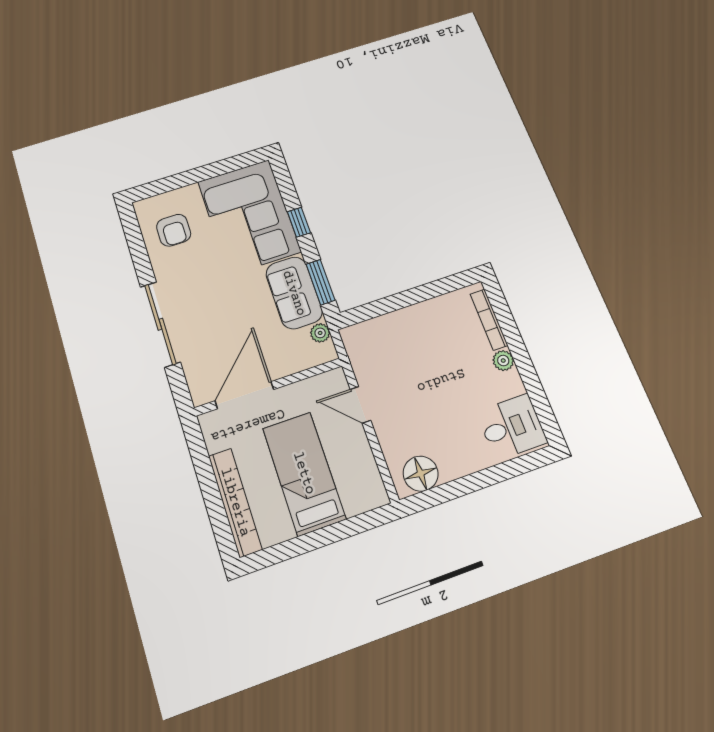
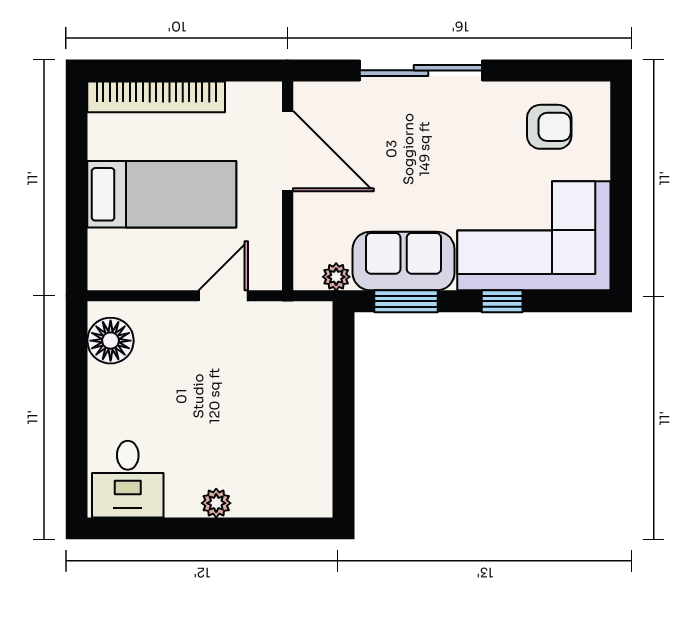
armchair: (174, 230) -> (549, 127), turned 180
bookcase: (489, 320) -> (277, 506), removed

